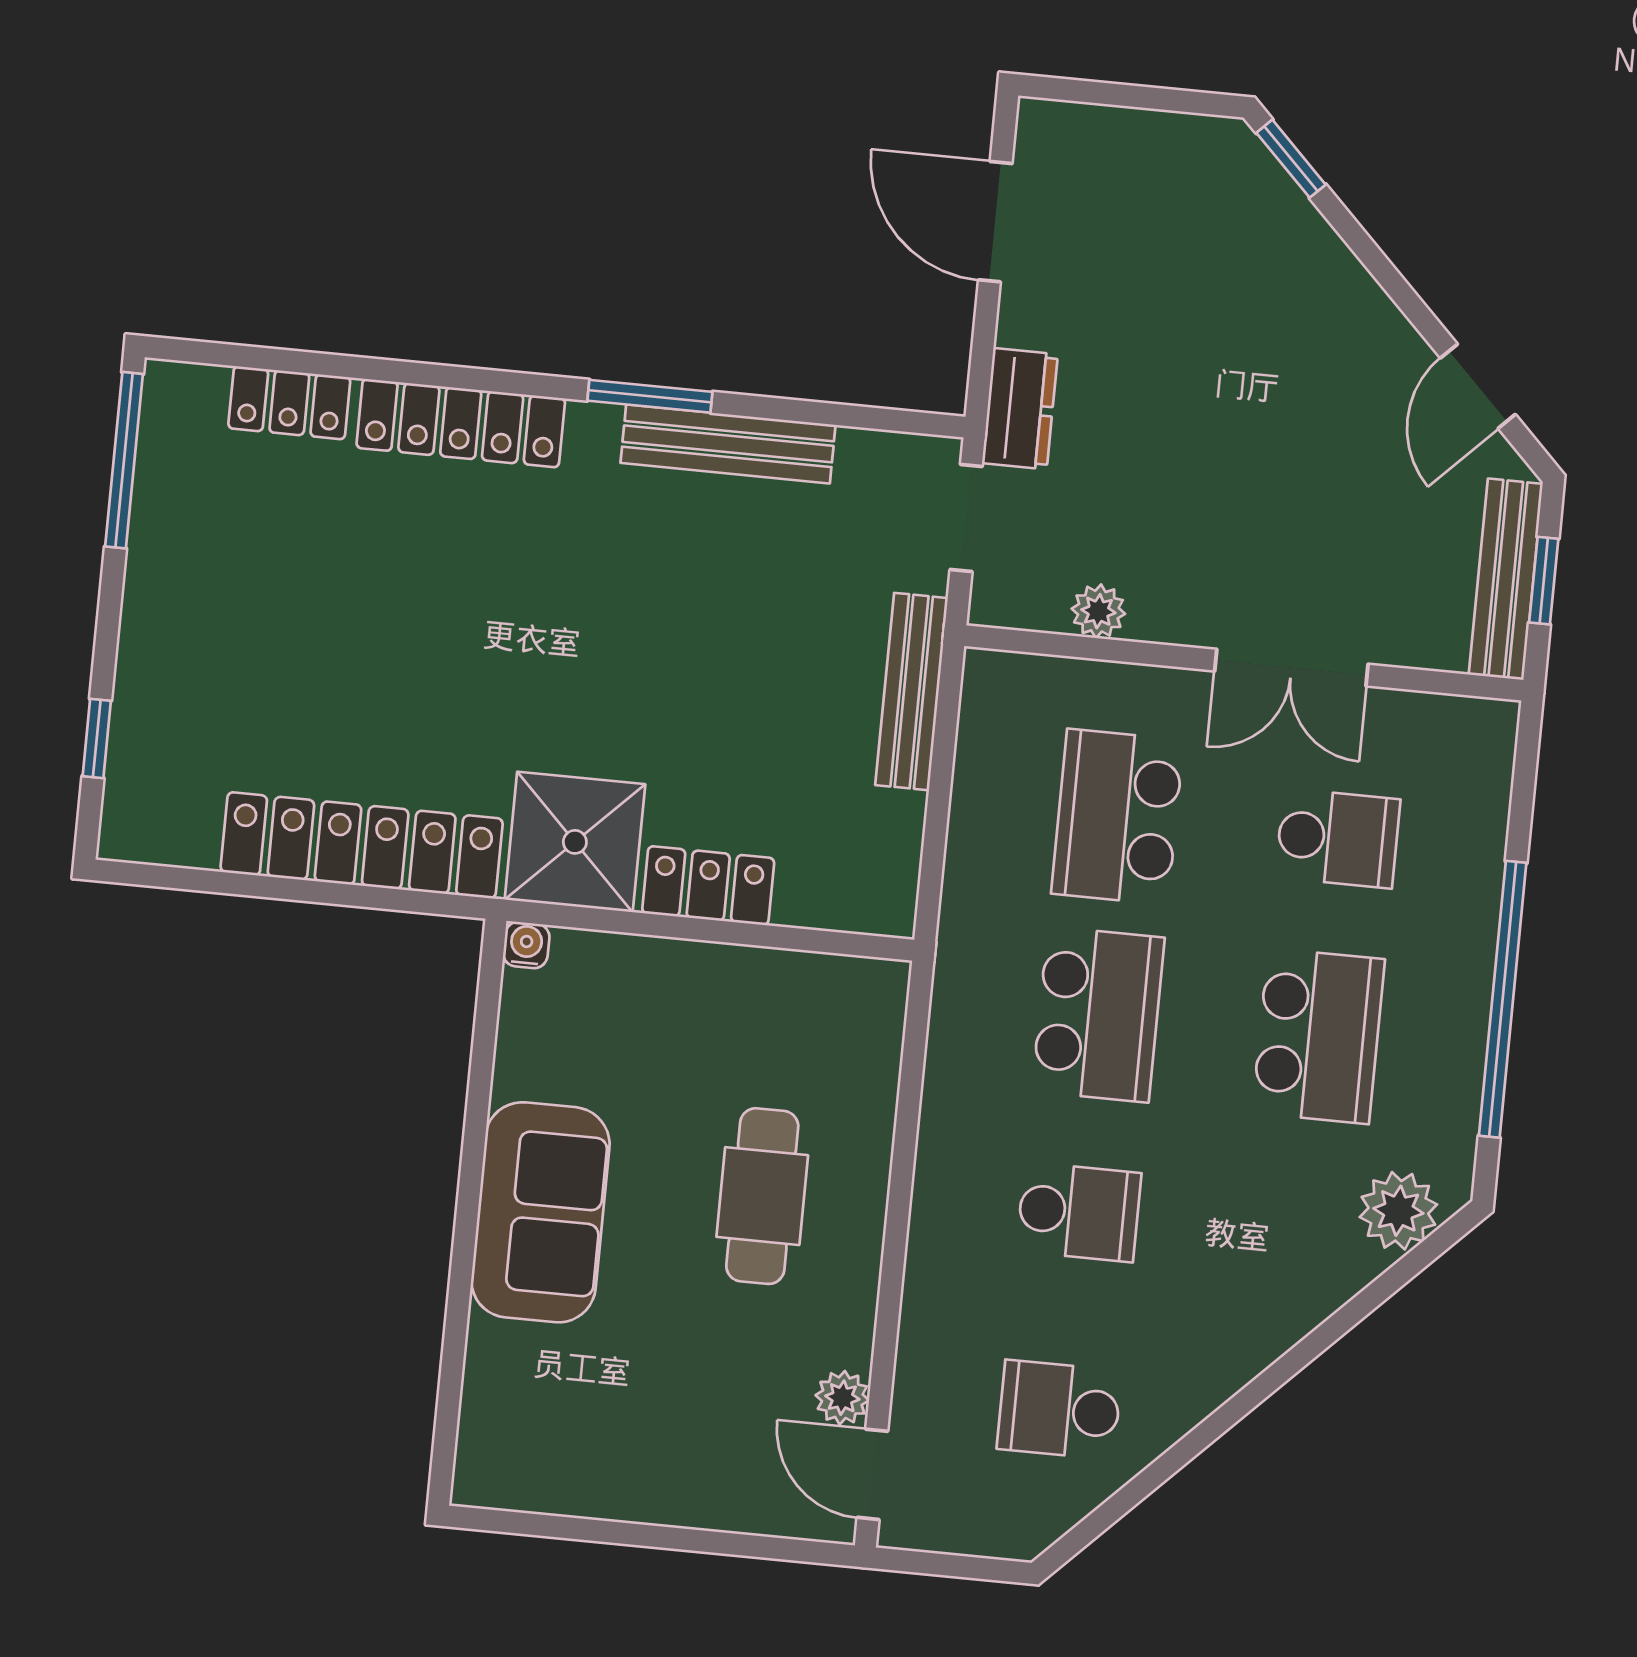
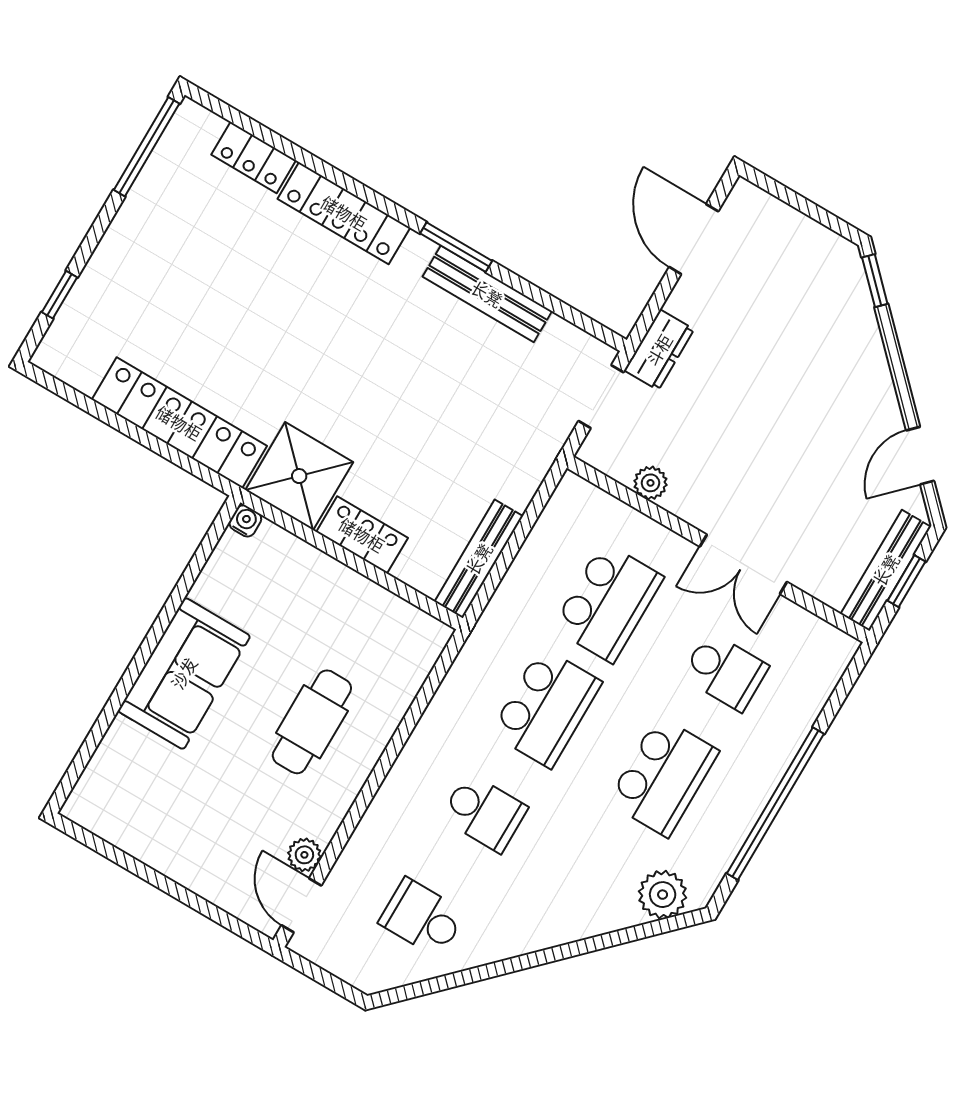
bench: (912, 692) -> (479, 559), moved
school desk: (1118, 817) -> (608, 602), turned 180

